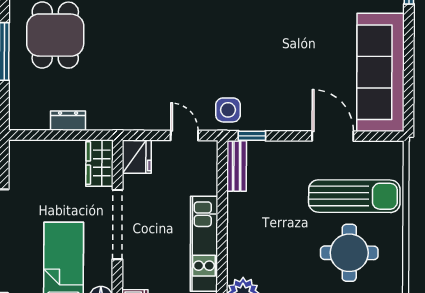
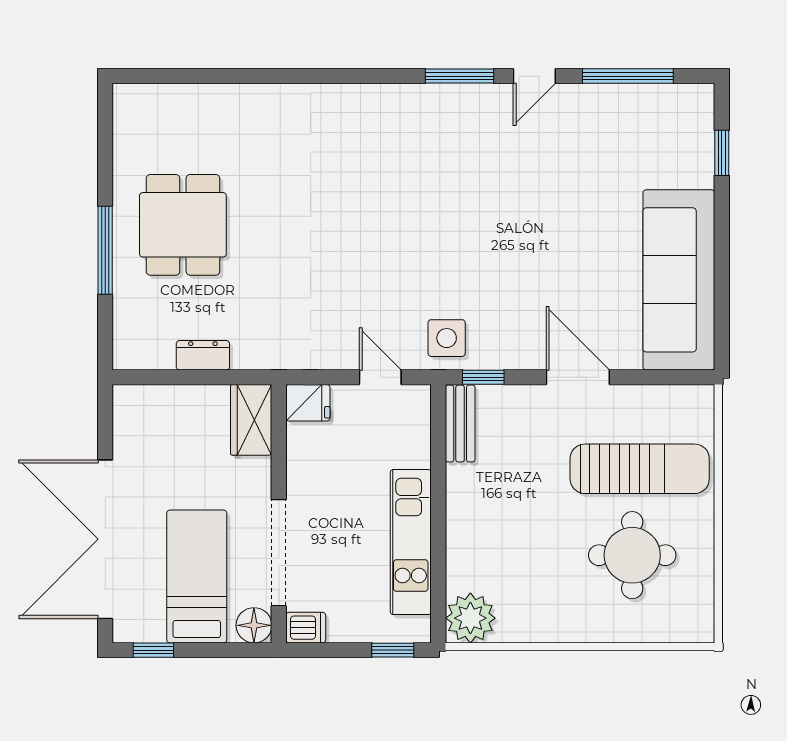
door: (333, 136) -> (578, 377), moved
fridge: (137, 157) -> (308, 403), width x0.72
doorway: (117, 224) -> (279, 553), moved

